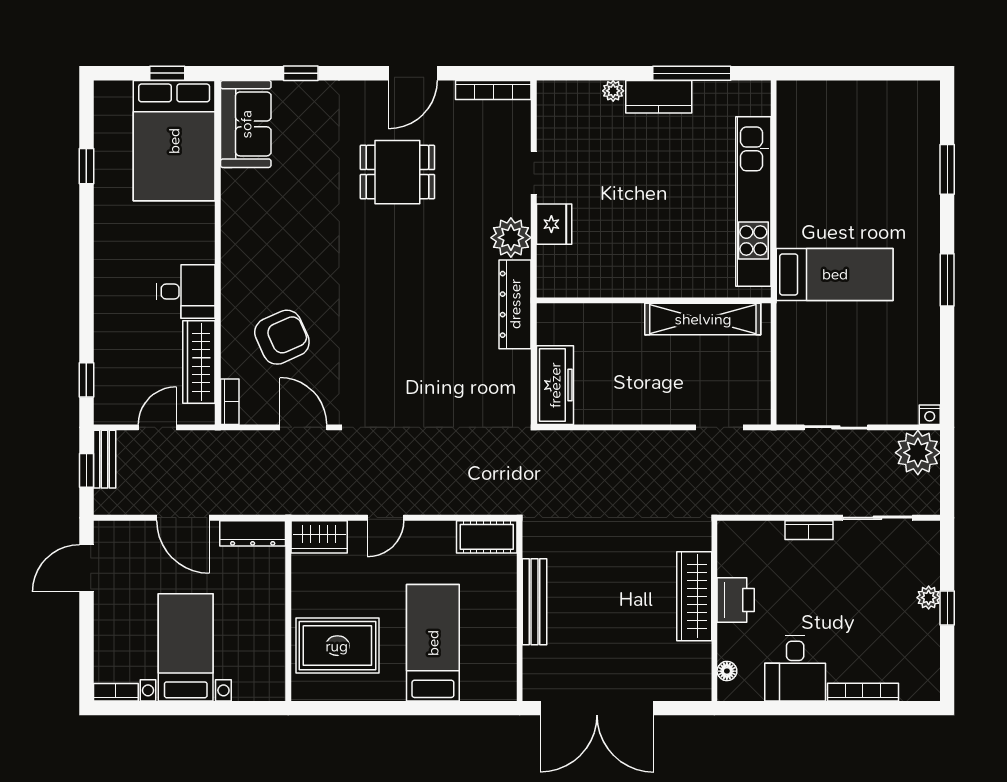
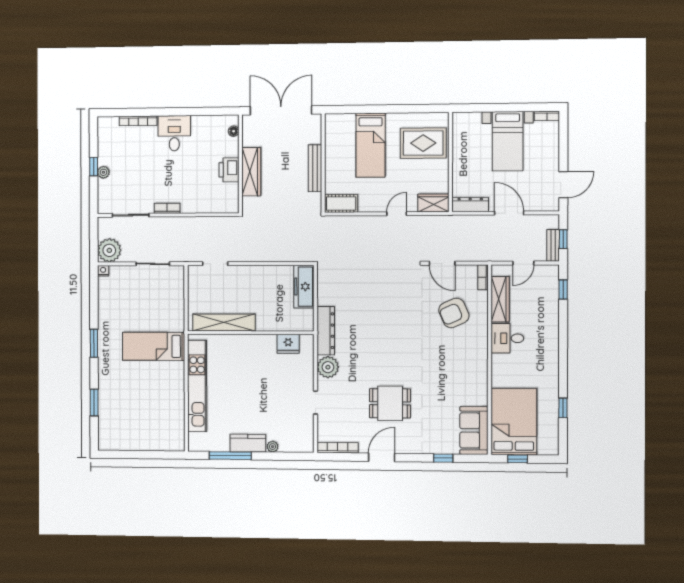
fridge: (554, 224) -> (288, 344), moved, turned -90
wardrobe: (694, 596) -> (251, 172), moved
printer: (736, 600) -> (229, 170), moved
wall: (714, 611) -> (240, 164), moved
floor lamp: (727, 671) -> (234, 131), moved

